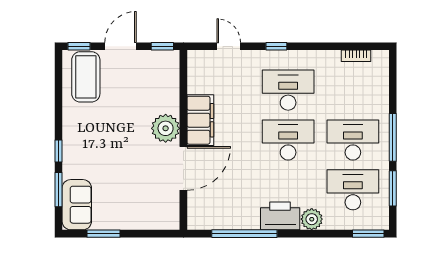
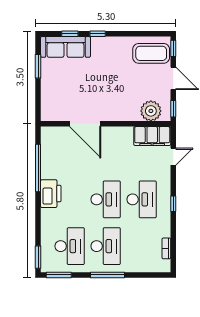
window: (276, 46) -> (173, 204), moved
filing cabinet: (200, 120) -> (152, 136), moved
plant: (166, 128) -> (151, 111), moved
window: (393, 188) -> (59, 275), moved
window: (59, 190) -> (70, 34), width x0.67
sofa: (77, 205) -> (65, 47), width x1.36
plant: (312, 219) -> (48, 216), removed

